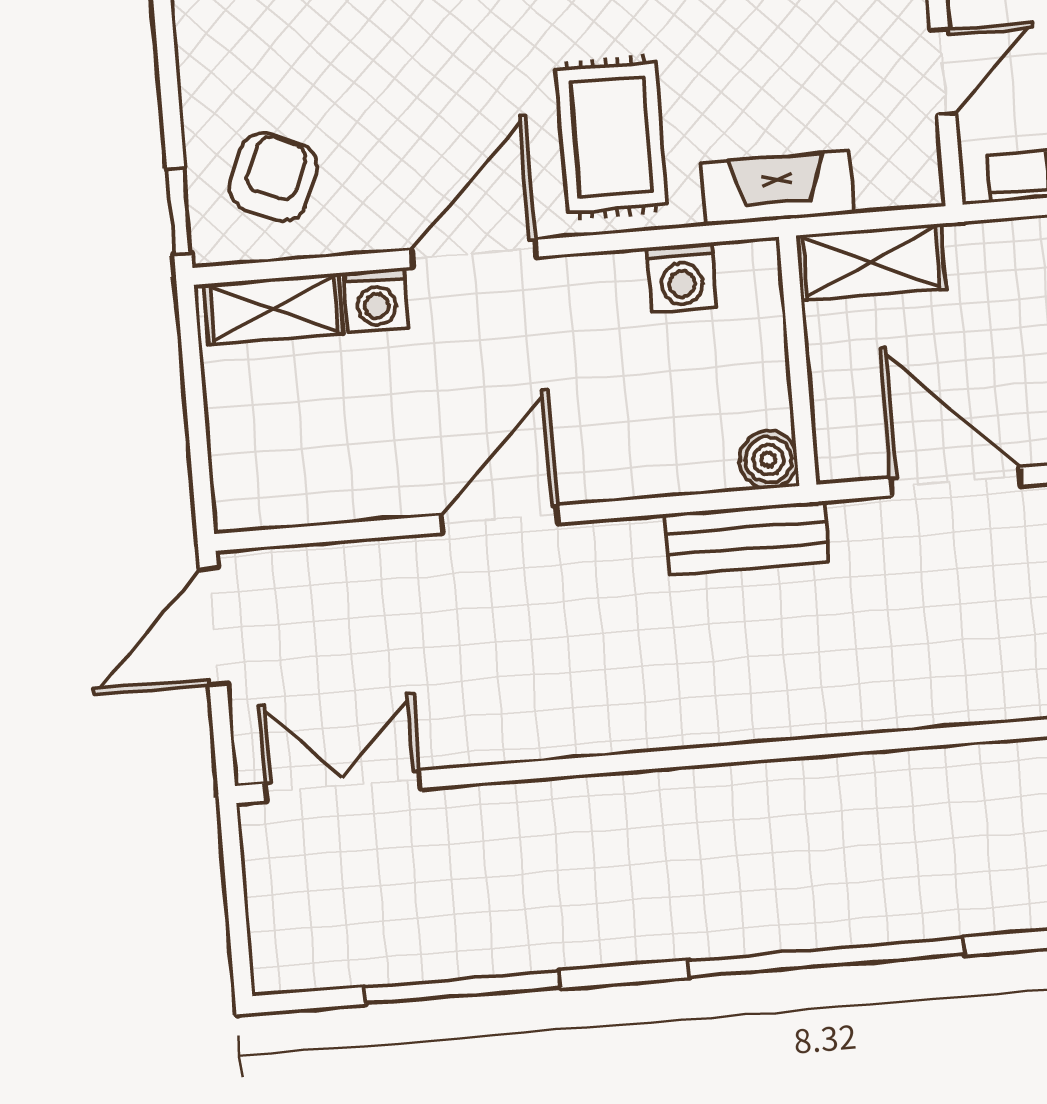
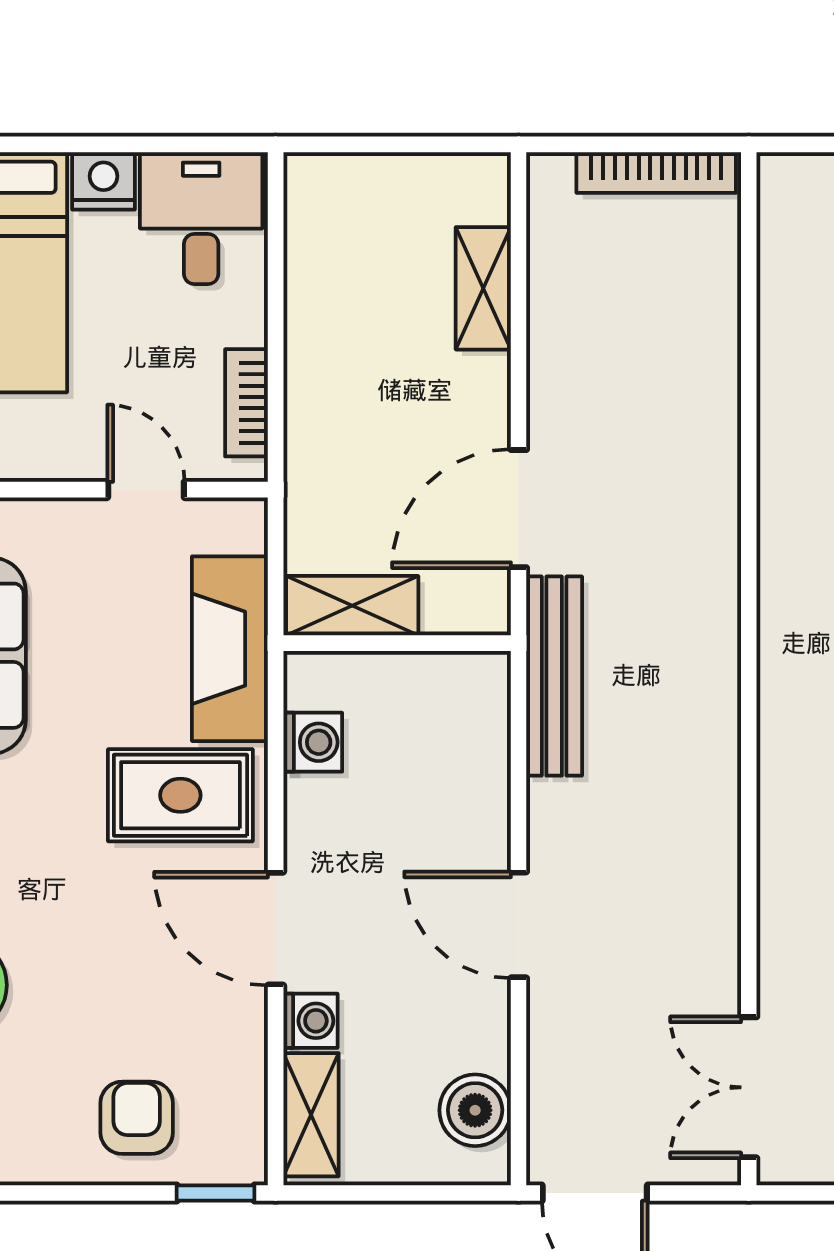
armchair: (273, 177) -> (137, 1118), moved, turned 67
fireplace: (777, 188) -> (230, 649), width x1.37, depth x1.32
shelving: (871, 262) -> (352, 606), moved, turned 90
boiler: (768, 460) -> (475, 1110), moved, width x1.36, depth x1.36
bench: (747, 538) -> (554, 676), width x1.36

